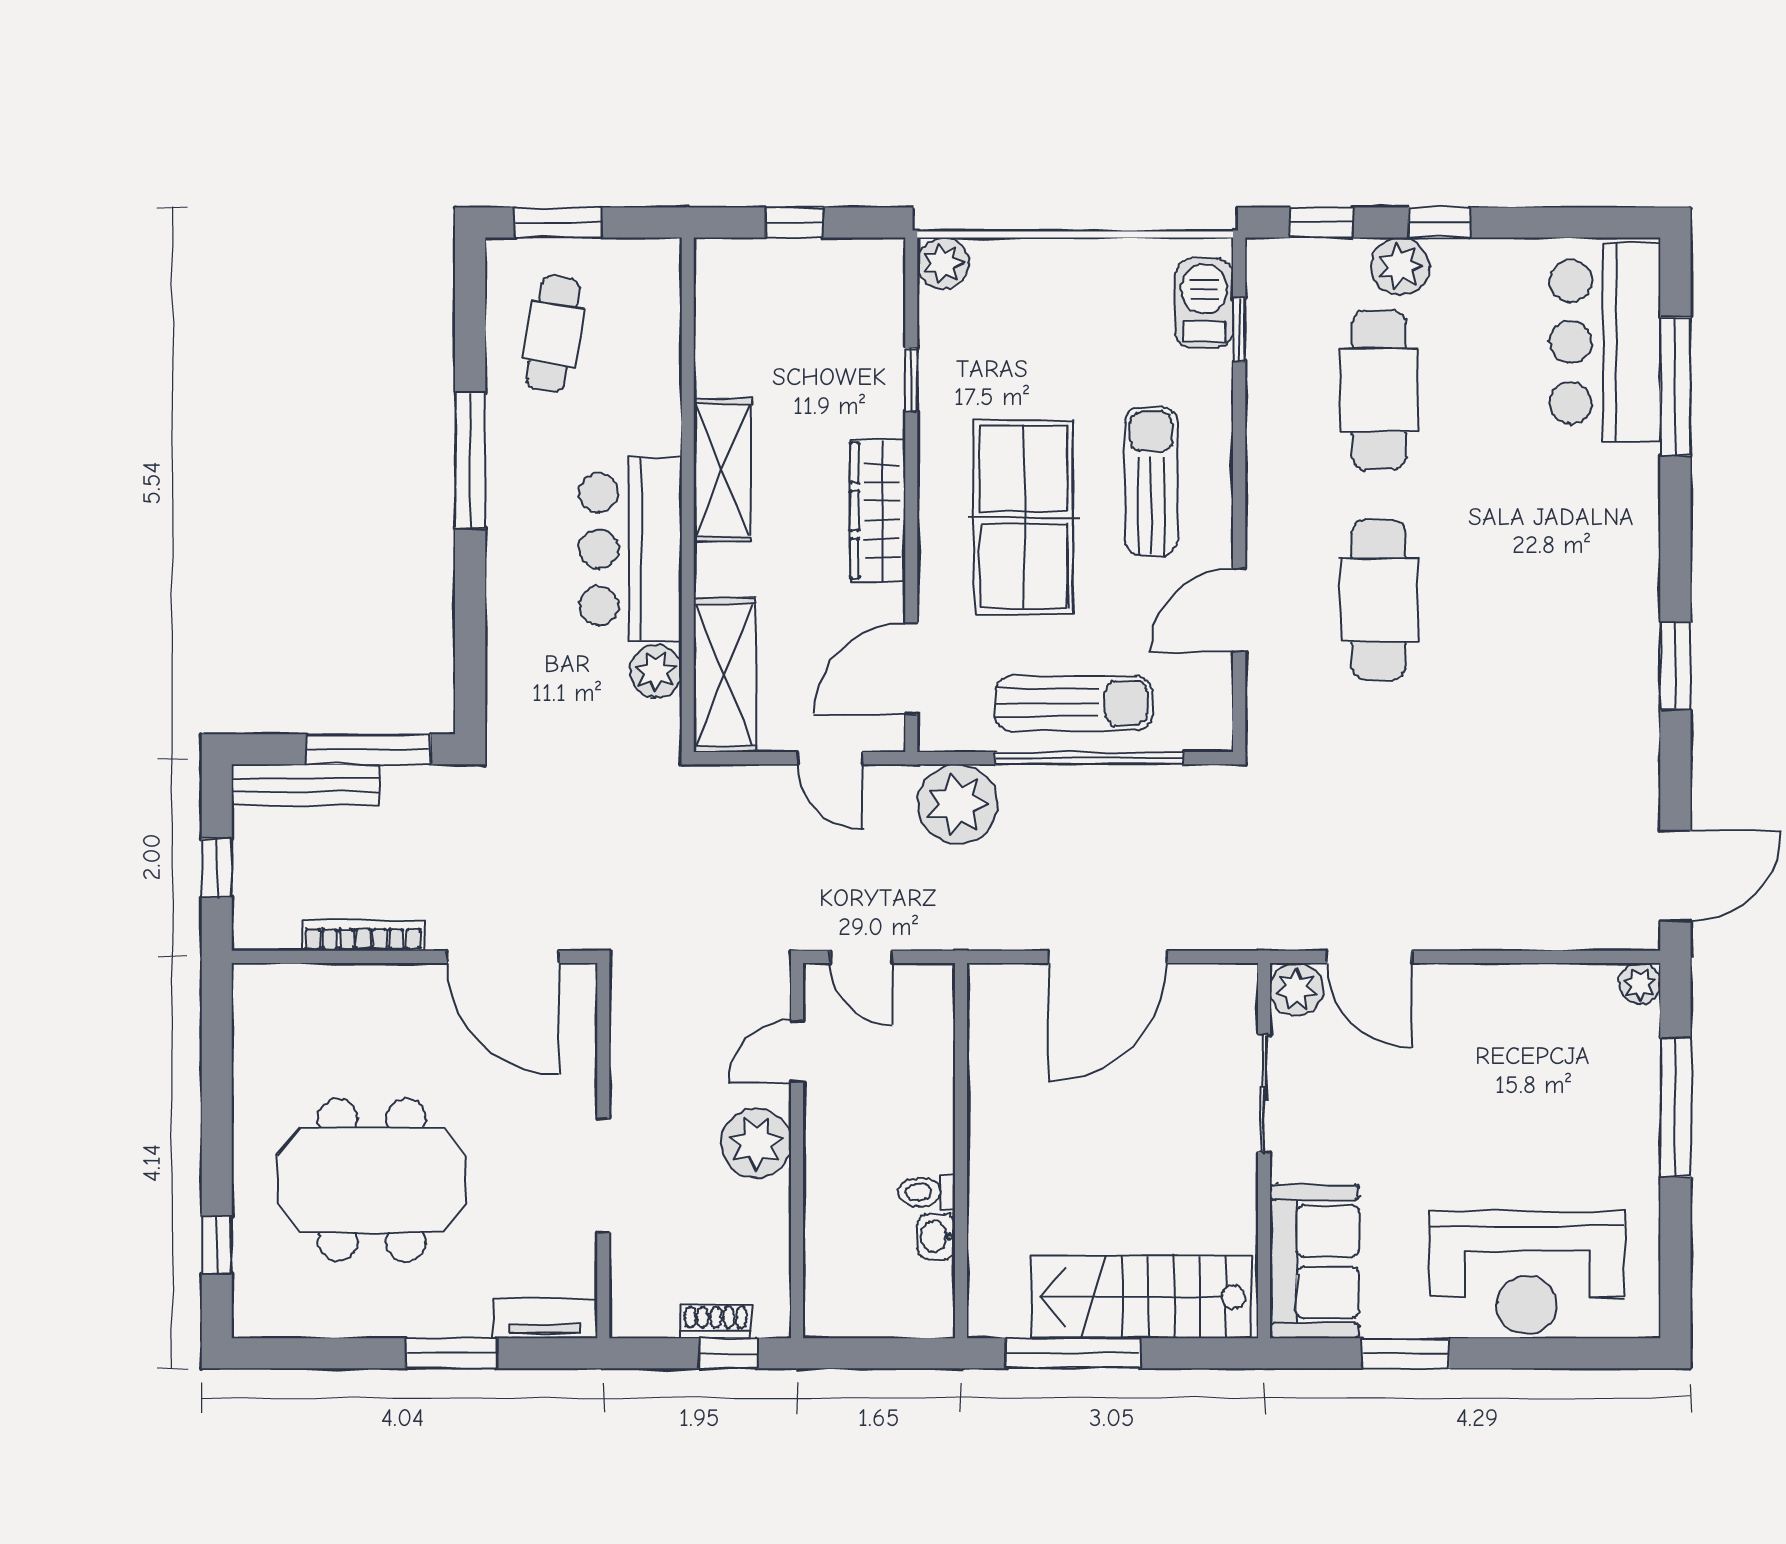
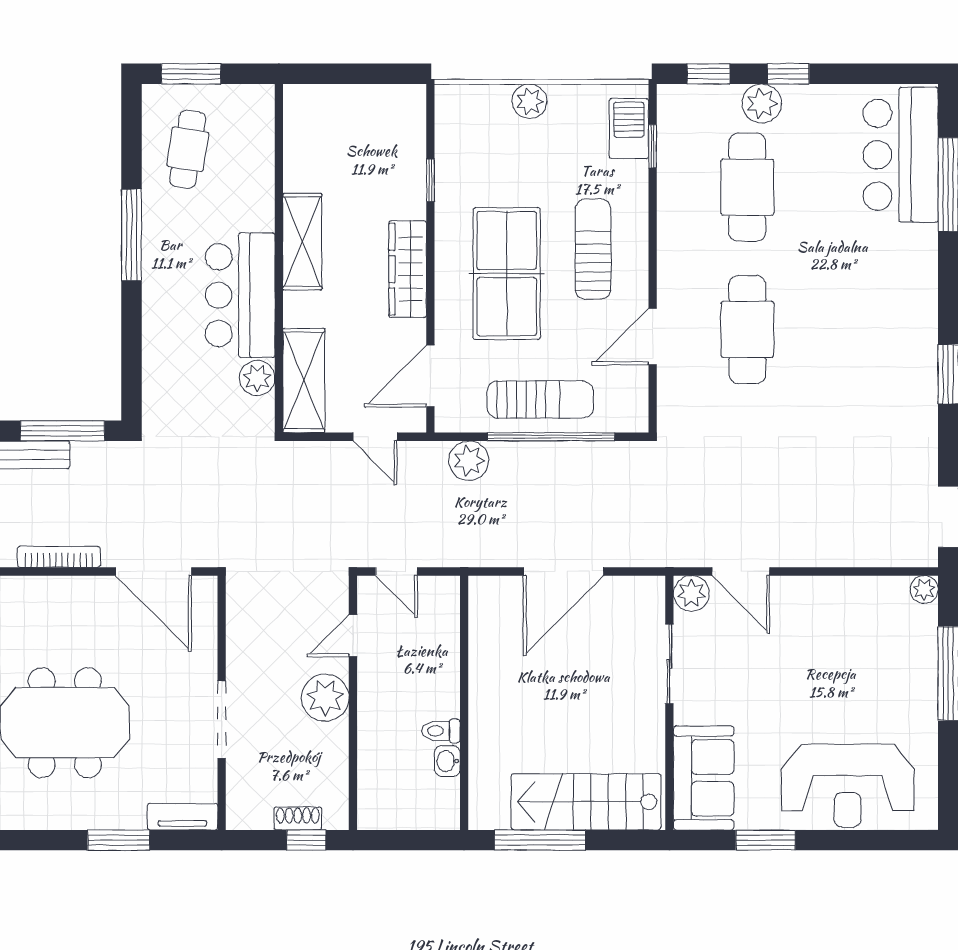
window: (794, 223) -> (351, 74), removed
plant: (943, 263) -> (529, 101), moved
plant: (957, 804) -> (469, 461), width x0.73, depth x0.73

